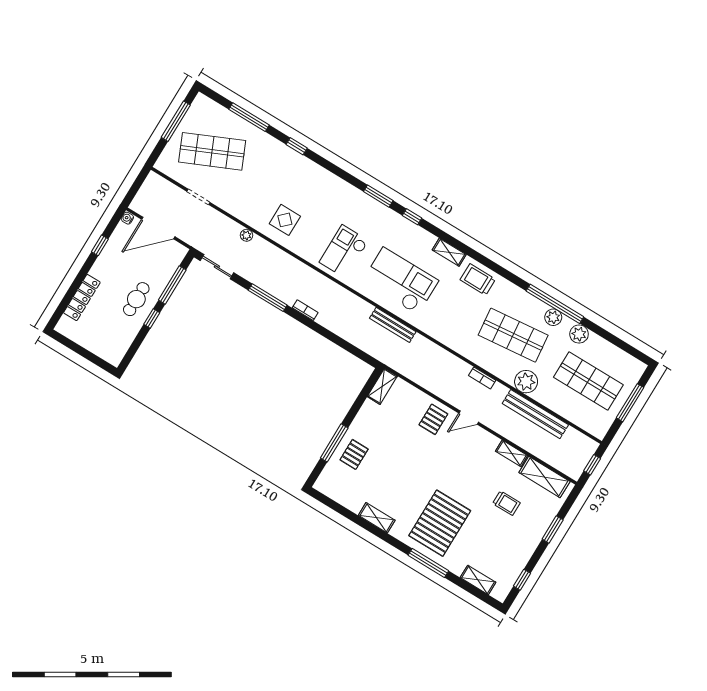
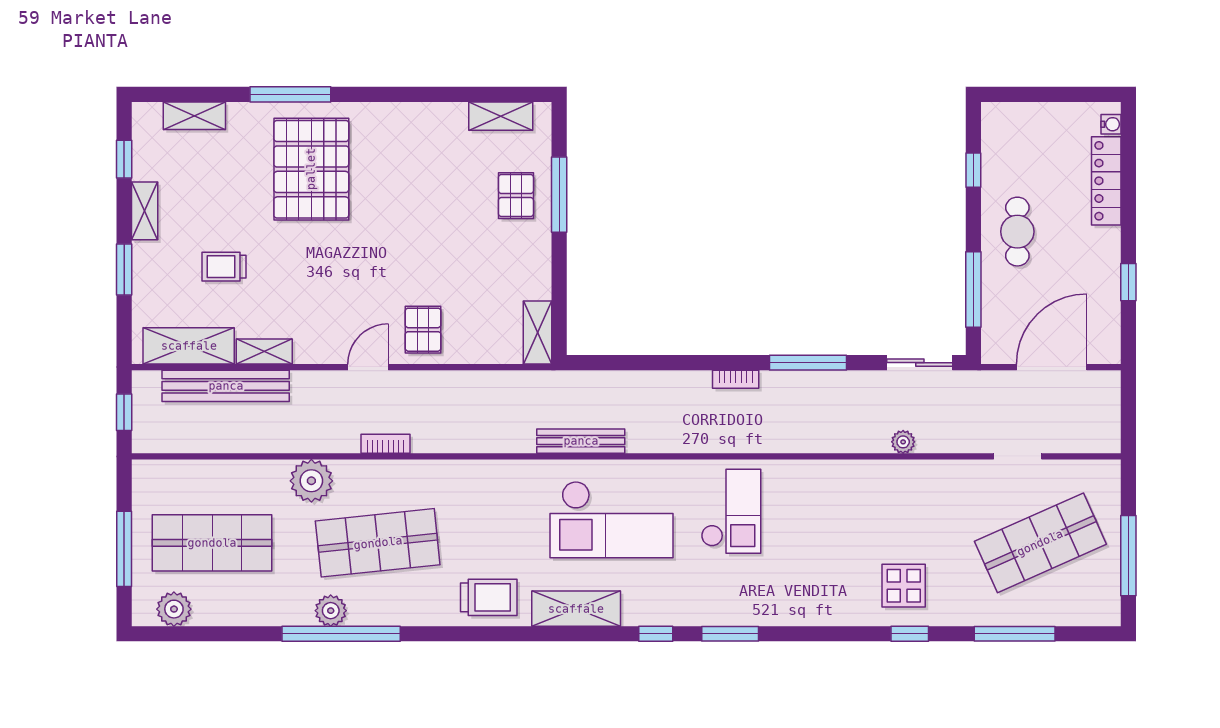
water cooler: (127, 218) -> (1111, 124), moved
display table: (285, 220) -> (904, 586), moved
shelving: (449, 252) -> (576, 609), width x1.50, depth x1.33
window: (152, 319) -> (973, 170), moved
plant: (579, 334) -> (174, 609), moved
bench: (535, 414) -> (226, 386), moved
shelving: (377, 518) -> (501, 116), moved
shelving: (527, 550) -> (145, 211), added

